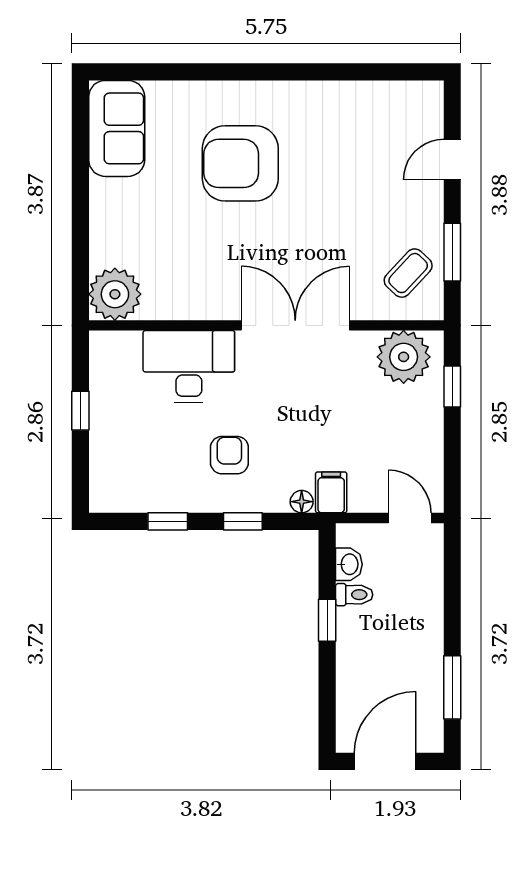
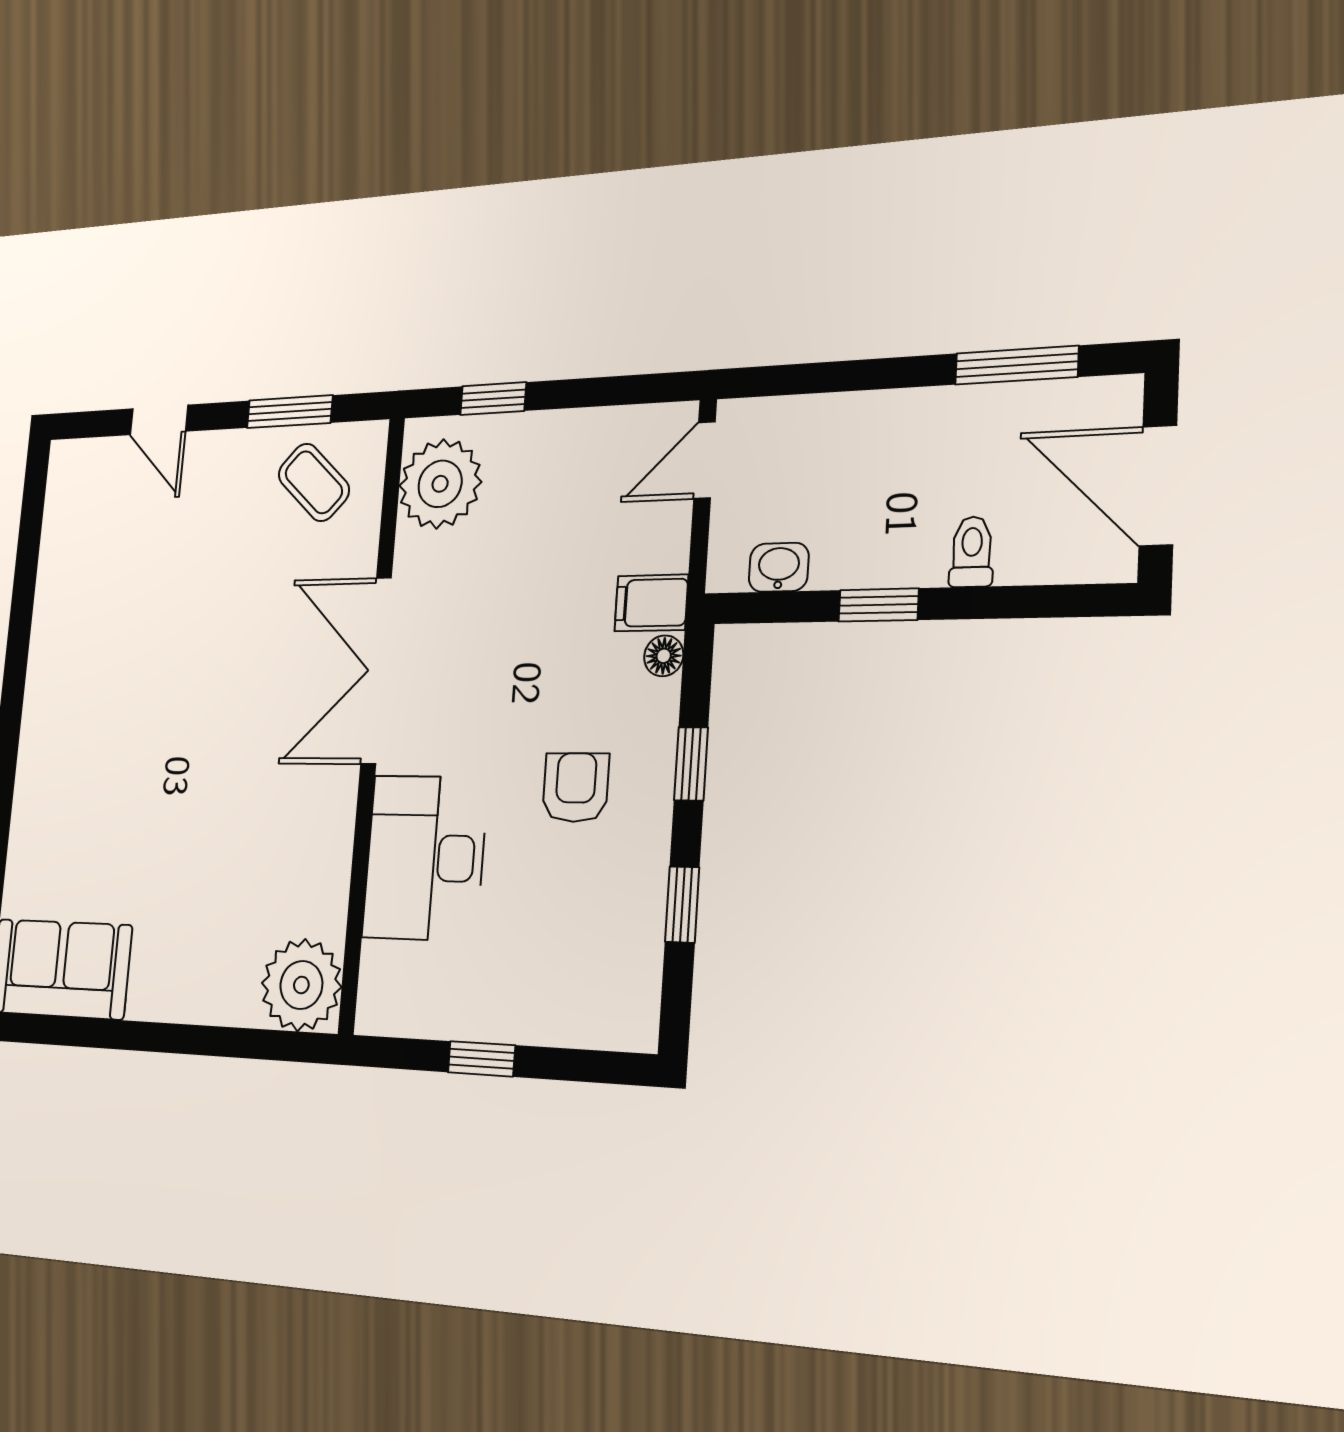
armchair: (240, 163) -> (130, 764), removed
armchair: (229, 455) -> (576, 787), turned 90
toilet: (354, 595) -> (972, 552), moved

